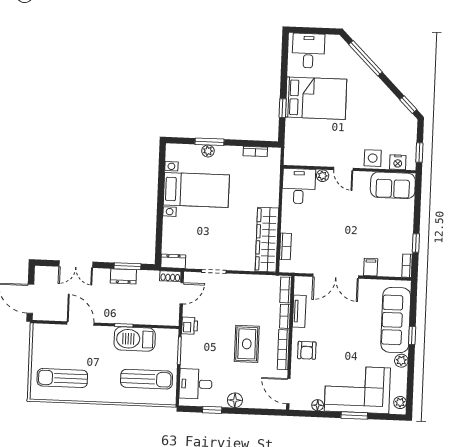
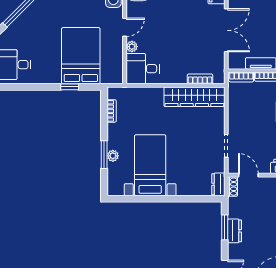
bed: (316, 98) -> (81, 56), moved

